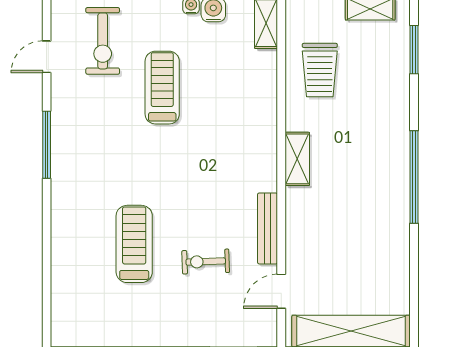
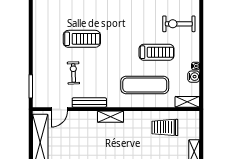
exercise mat: (231, 112) -> (145, 85), added
shelving: (297, 159) -> (111, 117), moved
door: (281, 291) -> (59, 109), swing flipped

